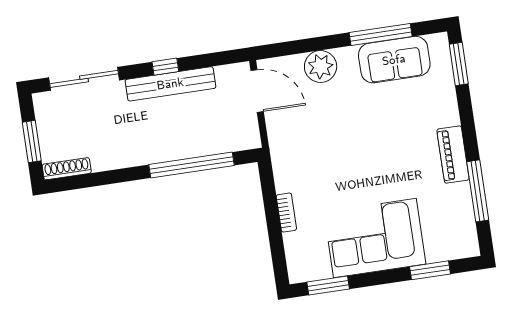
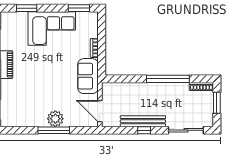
window: (381, 34) -> (54, 130), moved
sofa: (394, 60) -> (88, 76), moved, turned -90
plant: (321, 66) -> (55, 119), moved
window: (192, 165) -> (168, 79), moved

